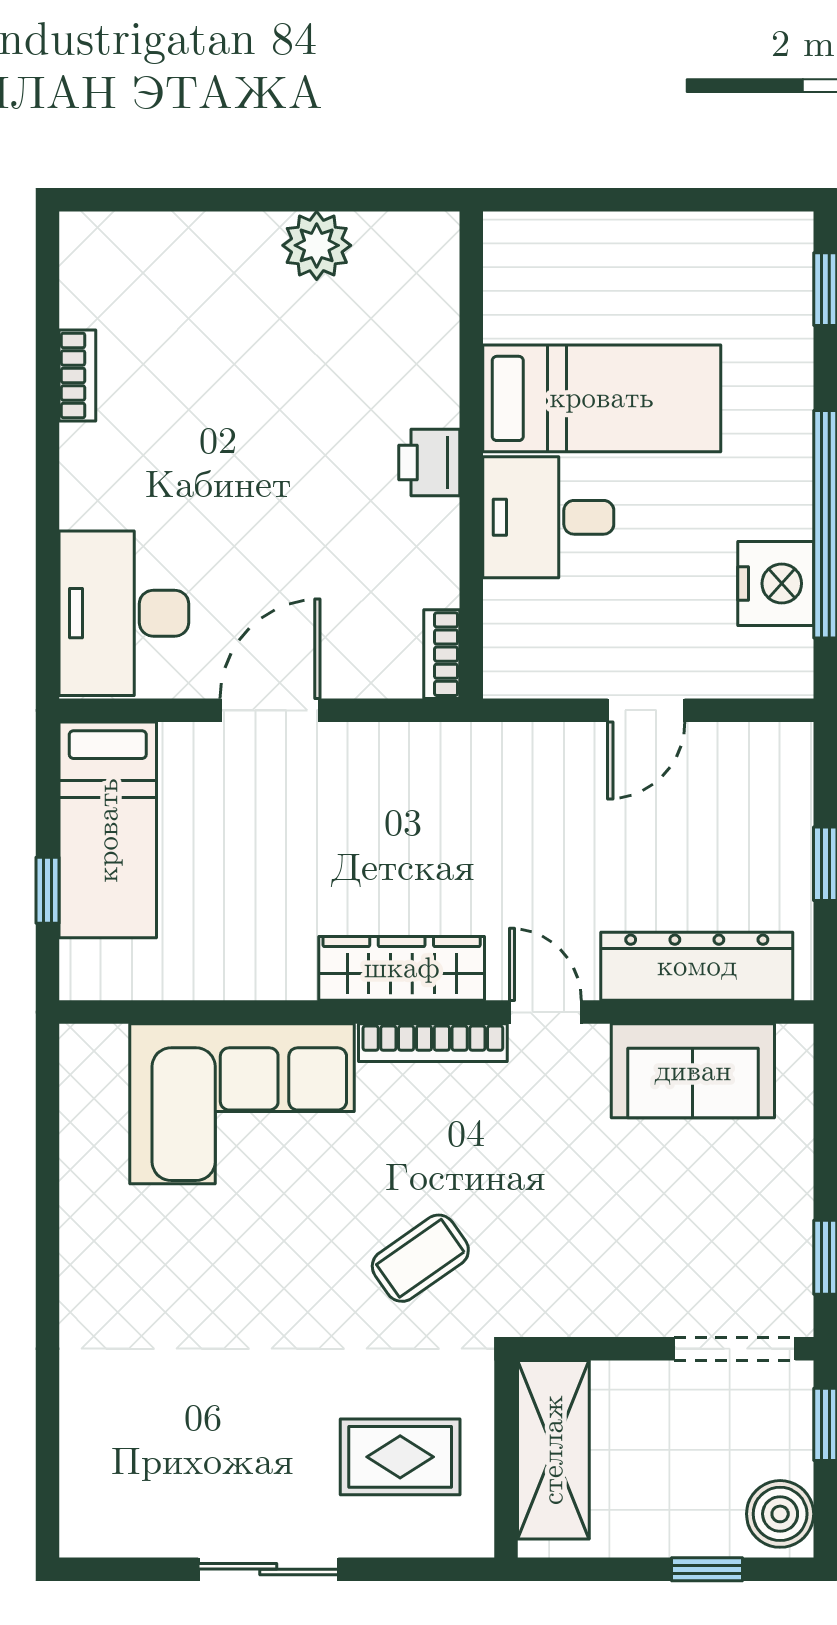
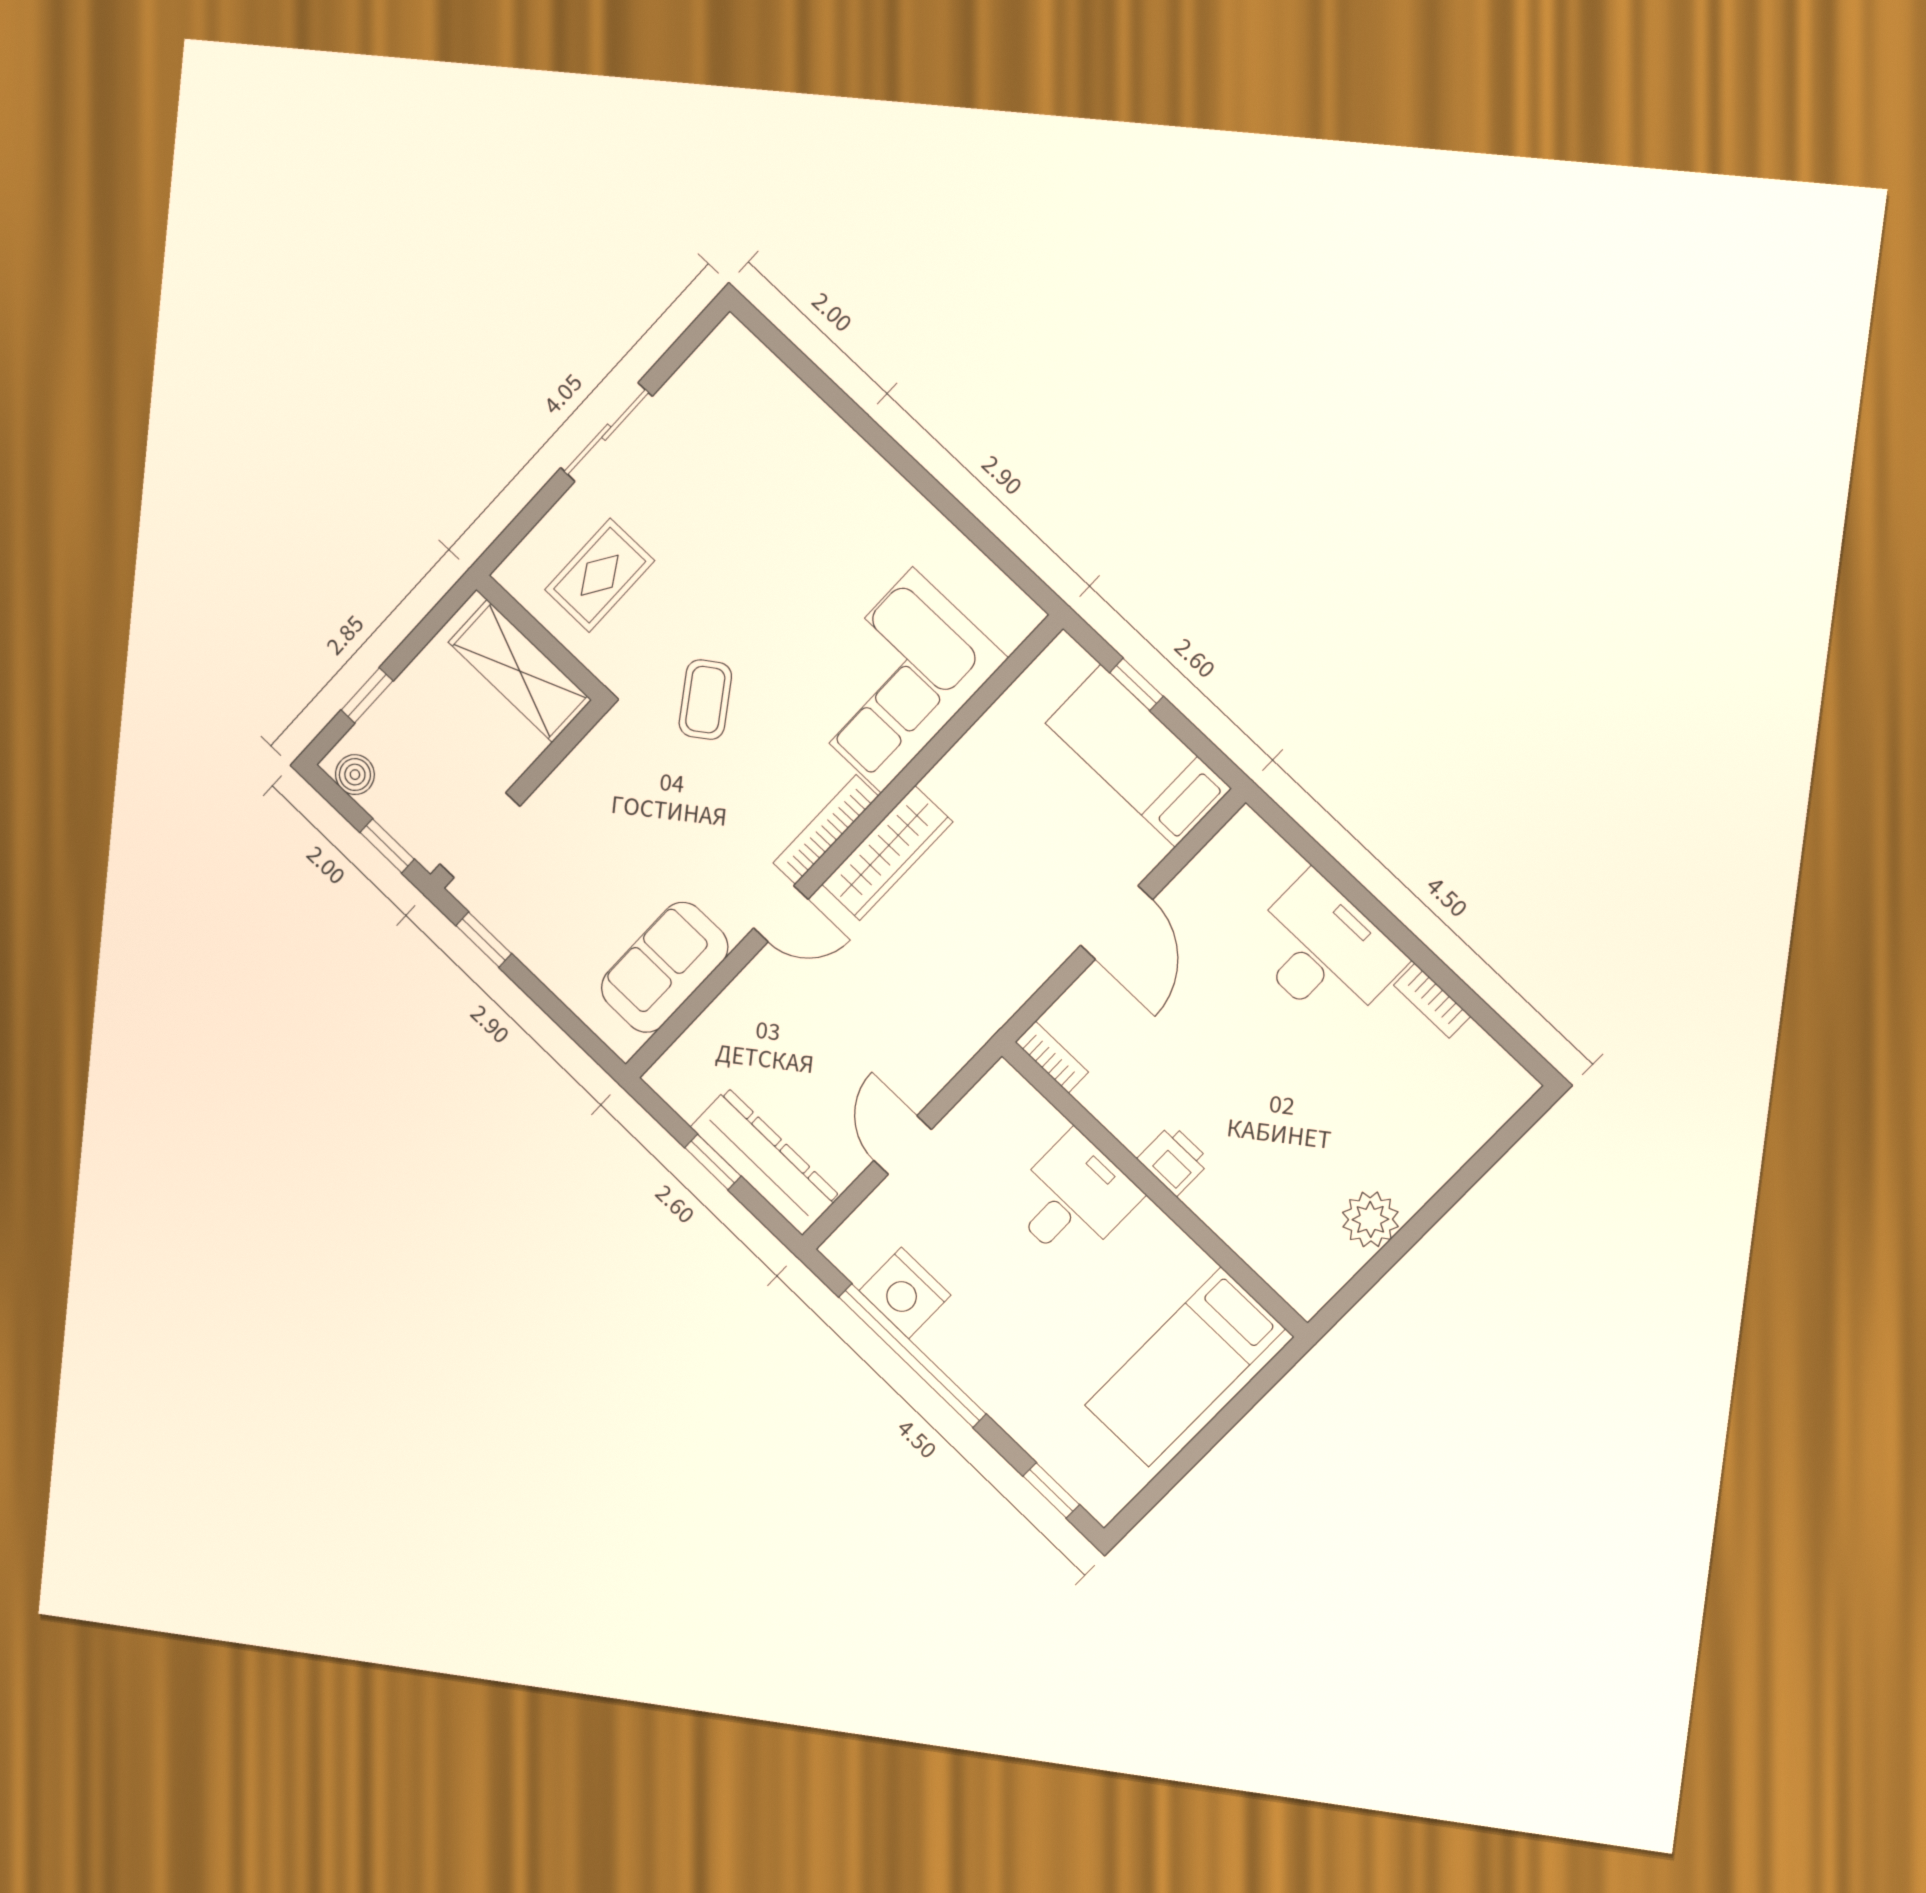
bed: (602, 398) -> (1185, 1367), moved
desk: (124, 613) -> (1324, 952), moved
dresser: (697, 966) -> (765, 1161), moved, turned -90
boiler: (780, 1514) -> (355, 775), width x0.73, depth x0.73

